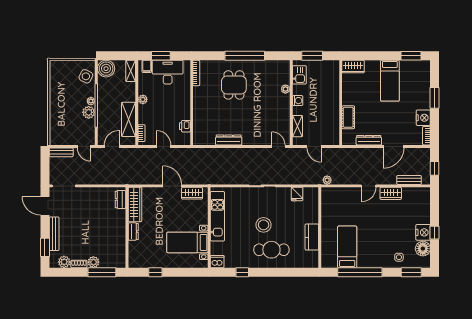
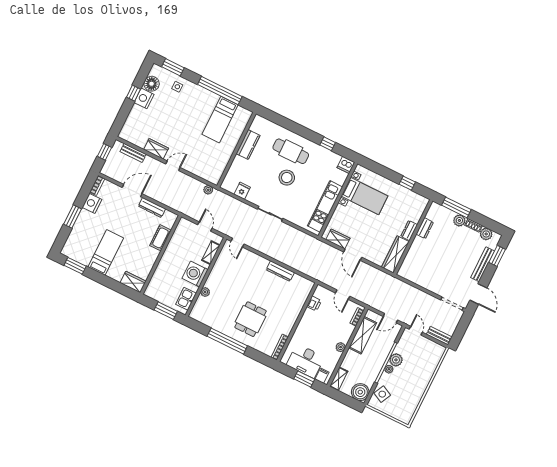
washing machine: (298, 101) -> (195, 274), width x1.89, depth x1.89
dresser: (120, 199) -> (425, 228), moved

